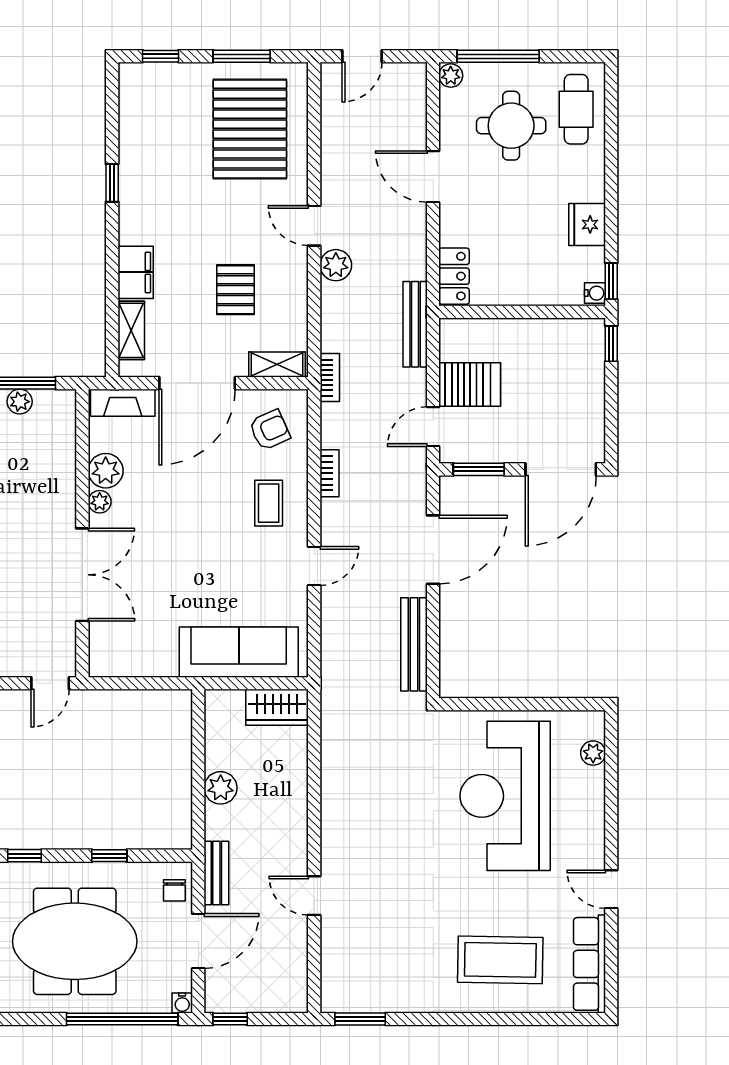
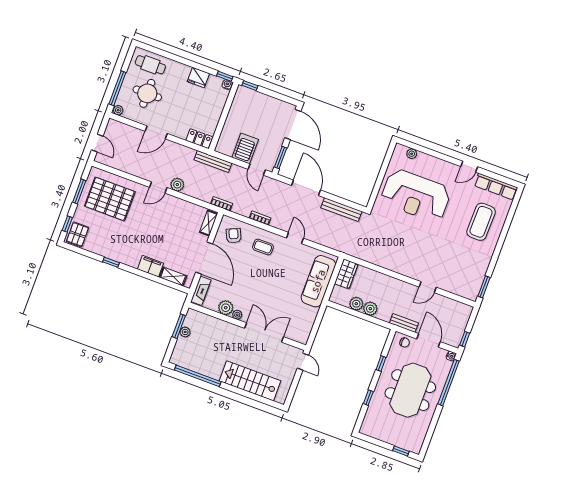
pallet: (235, 290) -> (78, 234), moved, turned 90
plant: (220, 753) -> (356, 304), added

